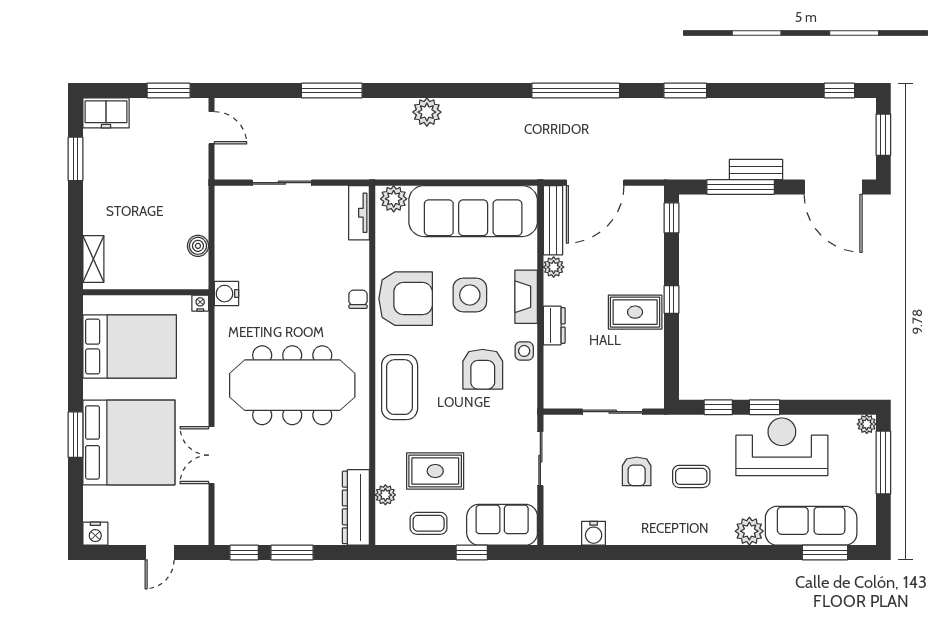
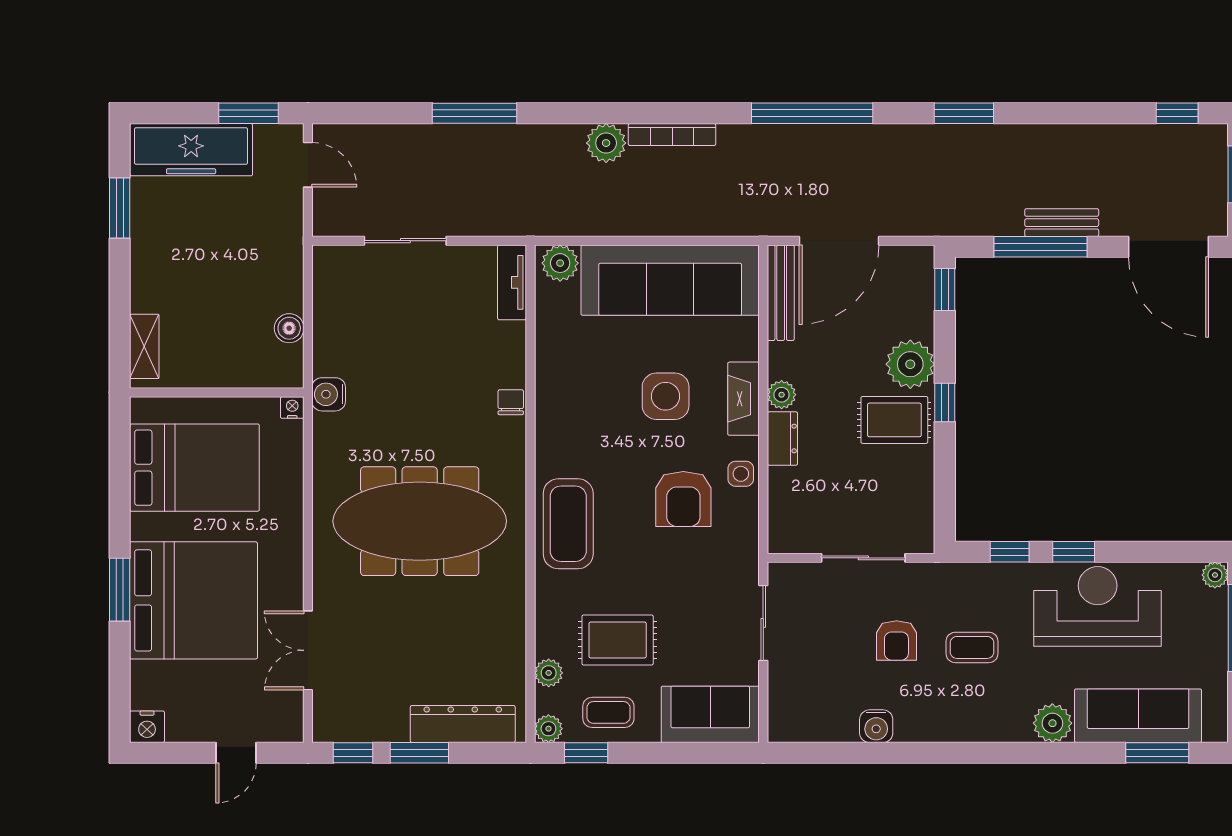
bookcase: (474, 106) -> (672, 134), added
freezer: (106, 113) -> (191, 150), width x1.91, depth x1.26
plant: (554, 267) -> (782, 395), moved
plant: (647, 272) -> (910, 364), added
armchair: (406, 299) -> (577, 401), removed
double door: (211, 455) -> (308, 650), moved
dresser: (356, 507) -> (463, 724), moved, turned 90
water cooler: (594, 533) -> (876, 726), moved
plant: (385, 535) -> (548, 729), added
window: (472, 552) -> (586, 753), moved

